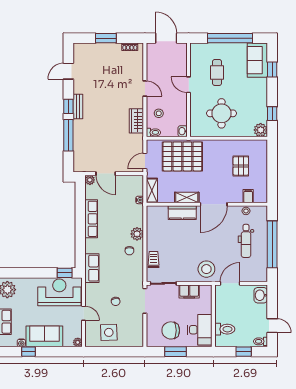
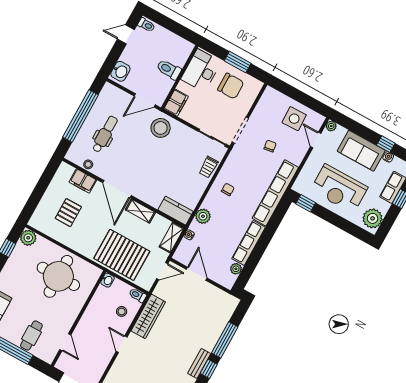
cafe table: (217, 72) -> (31, 335), moved
door: (189, 85) -> (65, 342), moved
round table: (222, 113) -> (58, 276), width x1.36, depth x1.36
wardrobe: (136, 121) -> (148, 316), width x1.50
door: (106, 174) -> (197, 274), moved
plant: (90, 180) -> (236, 269), moved
filing cabinet: (248, 196) -> (83, 181), width x2.00
door: (214, 204) -> (117, 189), swing flipped
kitchen counter: (182, 213) -> (176, 211), moved
plant: (137, 234) -> (203, 216), moved
row of seats: (92, 268) -> (275, 193), width x2.02
filing cabinet: (189, 291) -> (176, 103), moved, turned 90
reception desk: (59, 292) -> (339, 189), moved
door: (84, 313) -> (316, 140), moved
door: (272, 326) -> (126, 34), hinge flipped
toilet: (225, 329) -> (169, 69), moved
window: (244, 352) -> (169, 24), removed

